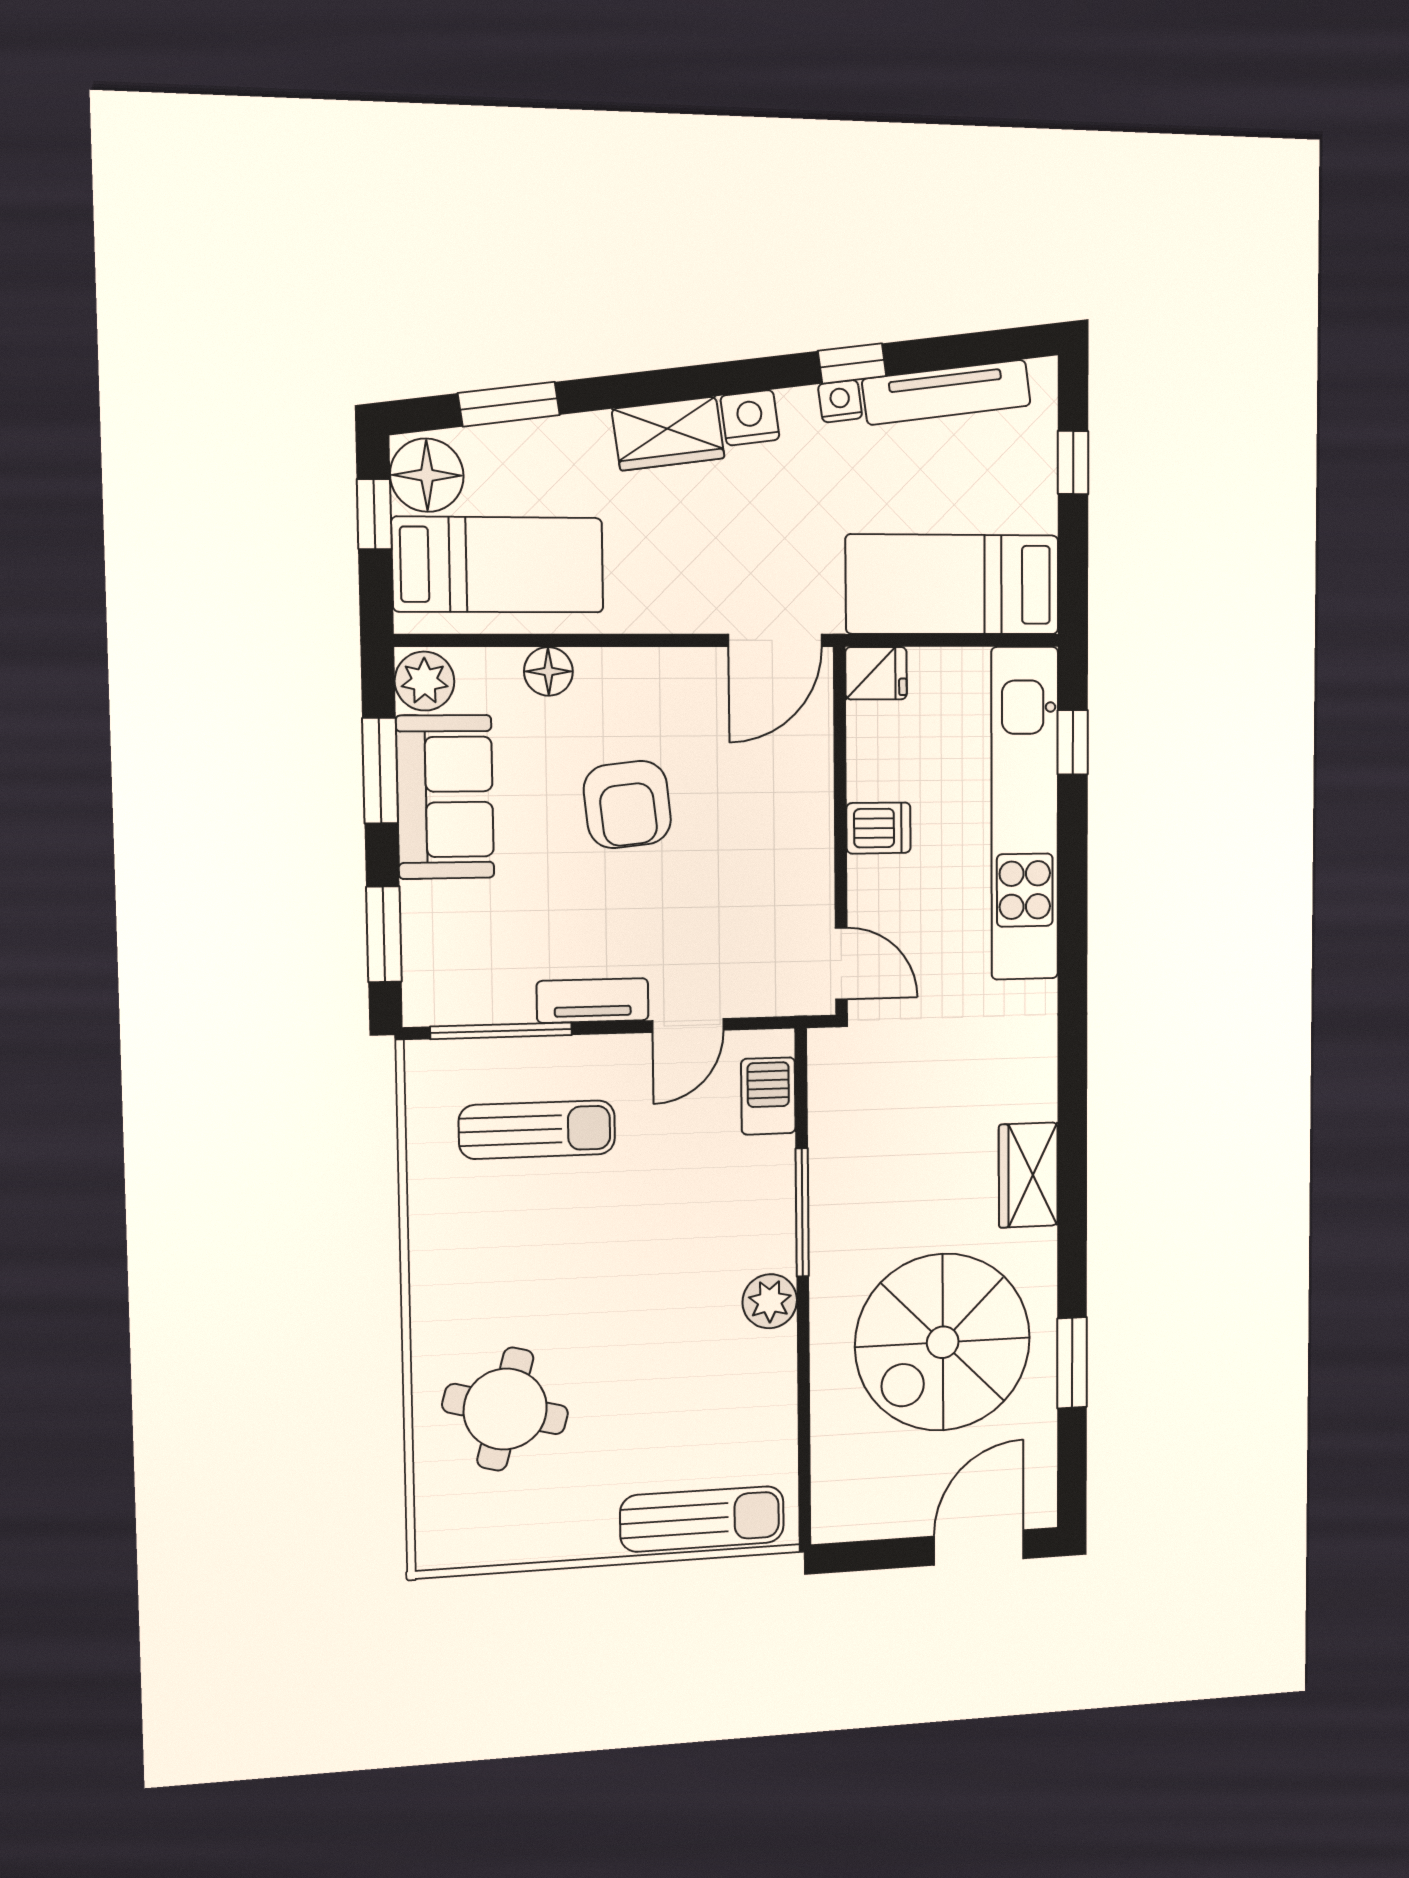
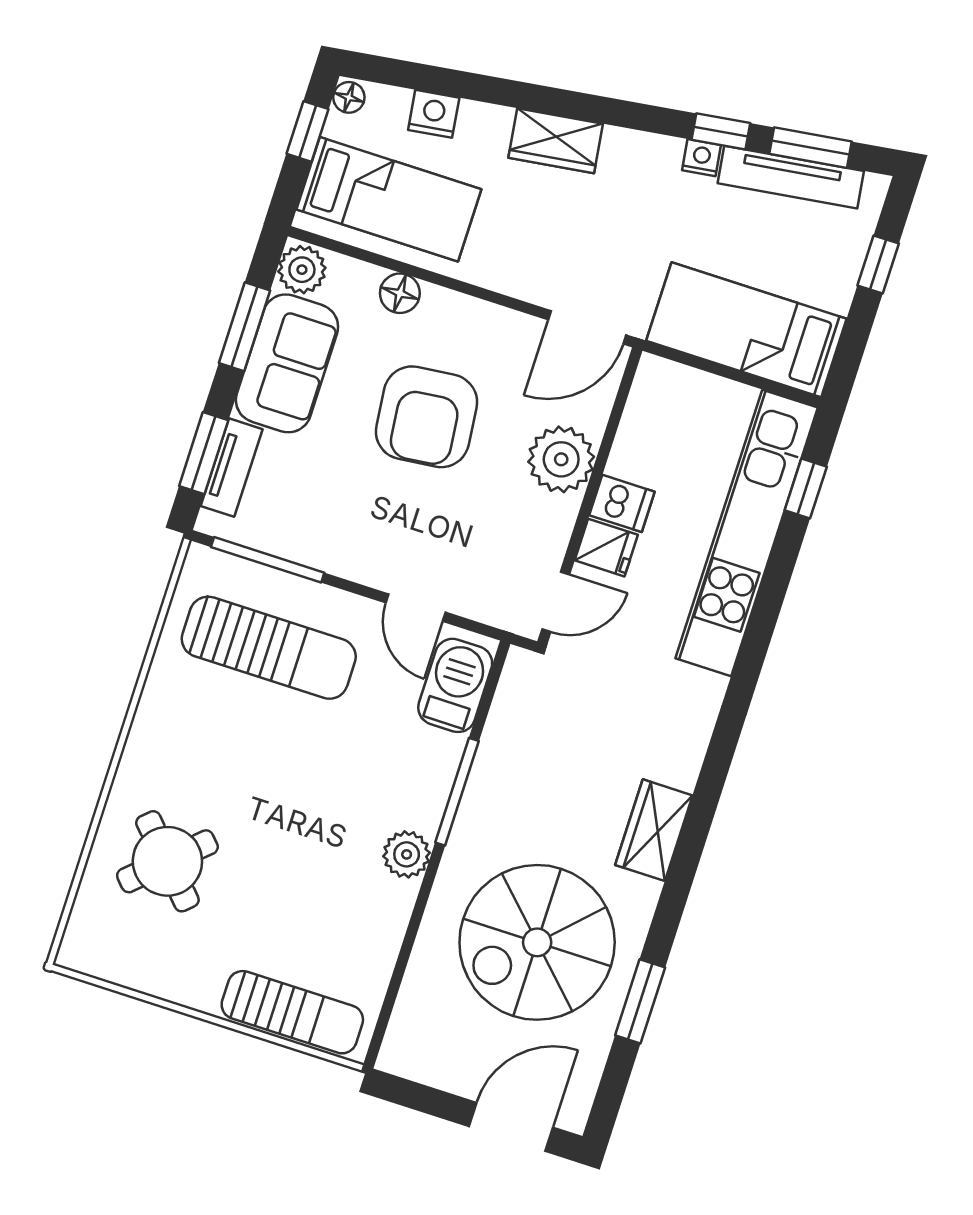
window: (509, 404) -> (810, 148), moved
nightstand: (750, 418) -> (434, 114), moved
floor lamp: (427, 475) -> (349, 97), width x0.53, depth x0.53
fridge: (876, 673) -> (606, 548), moved
plant: (795, 801) -> (561, 459), added
armchair: (627, 805) -> (426, 417), width x1.36, depth x1.36
door: (841, 964) -> (556, 602), hinge flipped
tv unit: (593, 1001) -> (232, 468), moved, turned 90
door: (688, 1025) -> (416, 608), hinge flipped
barbecue: (768, 1096) -> (455, 685), width x1.38, depth x1.27
sun lounger: (537, 1130) -> (269, 648), width x1.36, depth x1.34
round table: (505, 1409) -> (167, 861), turned 32

